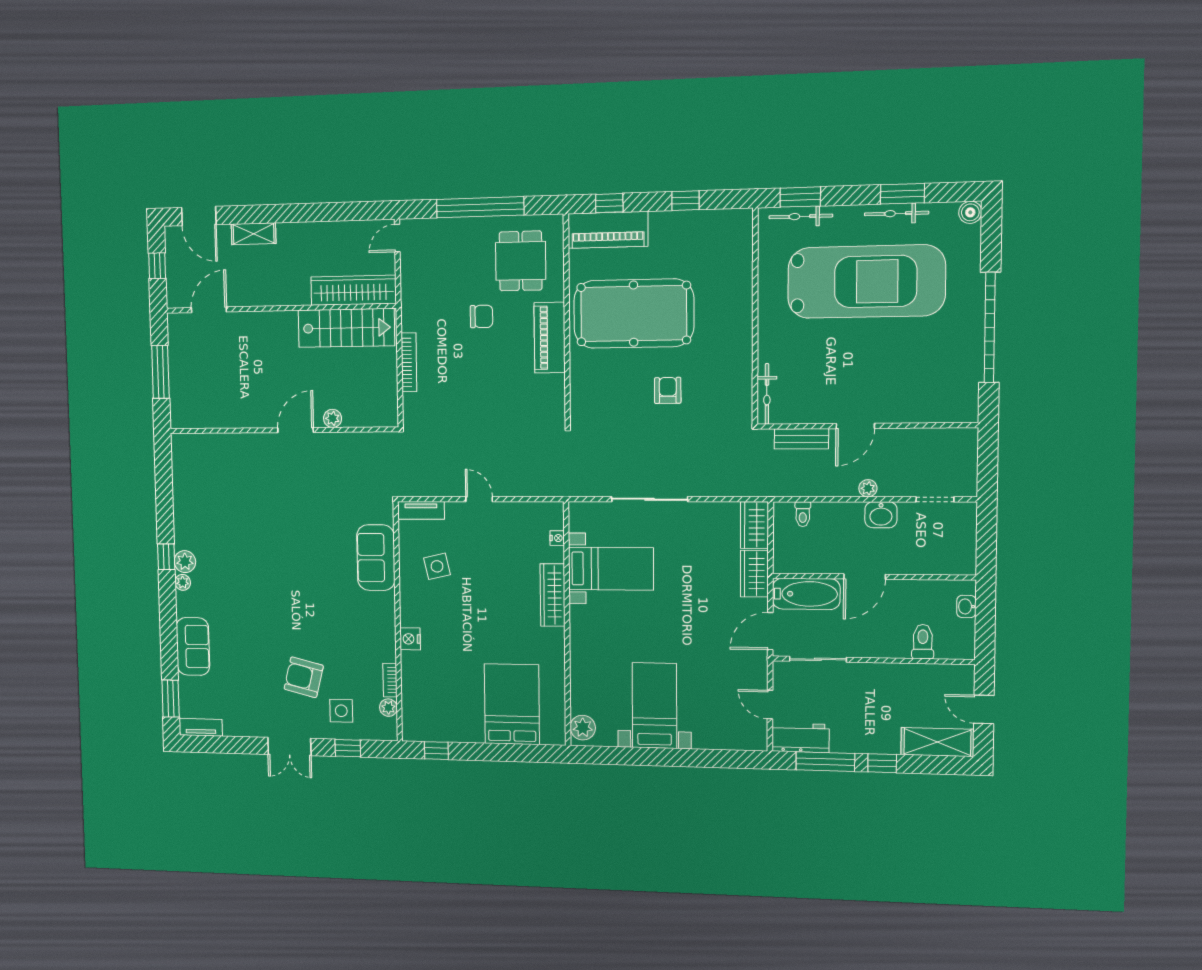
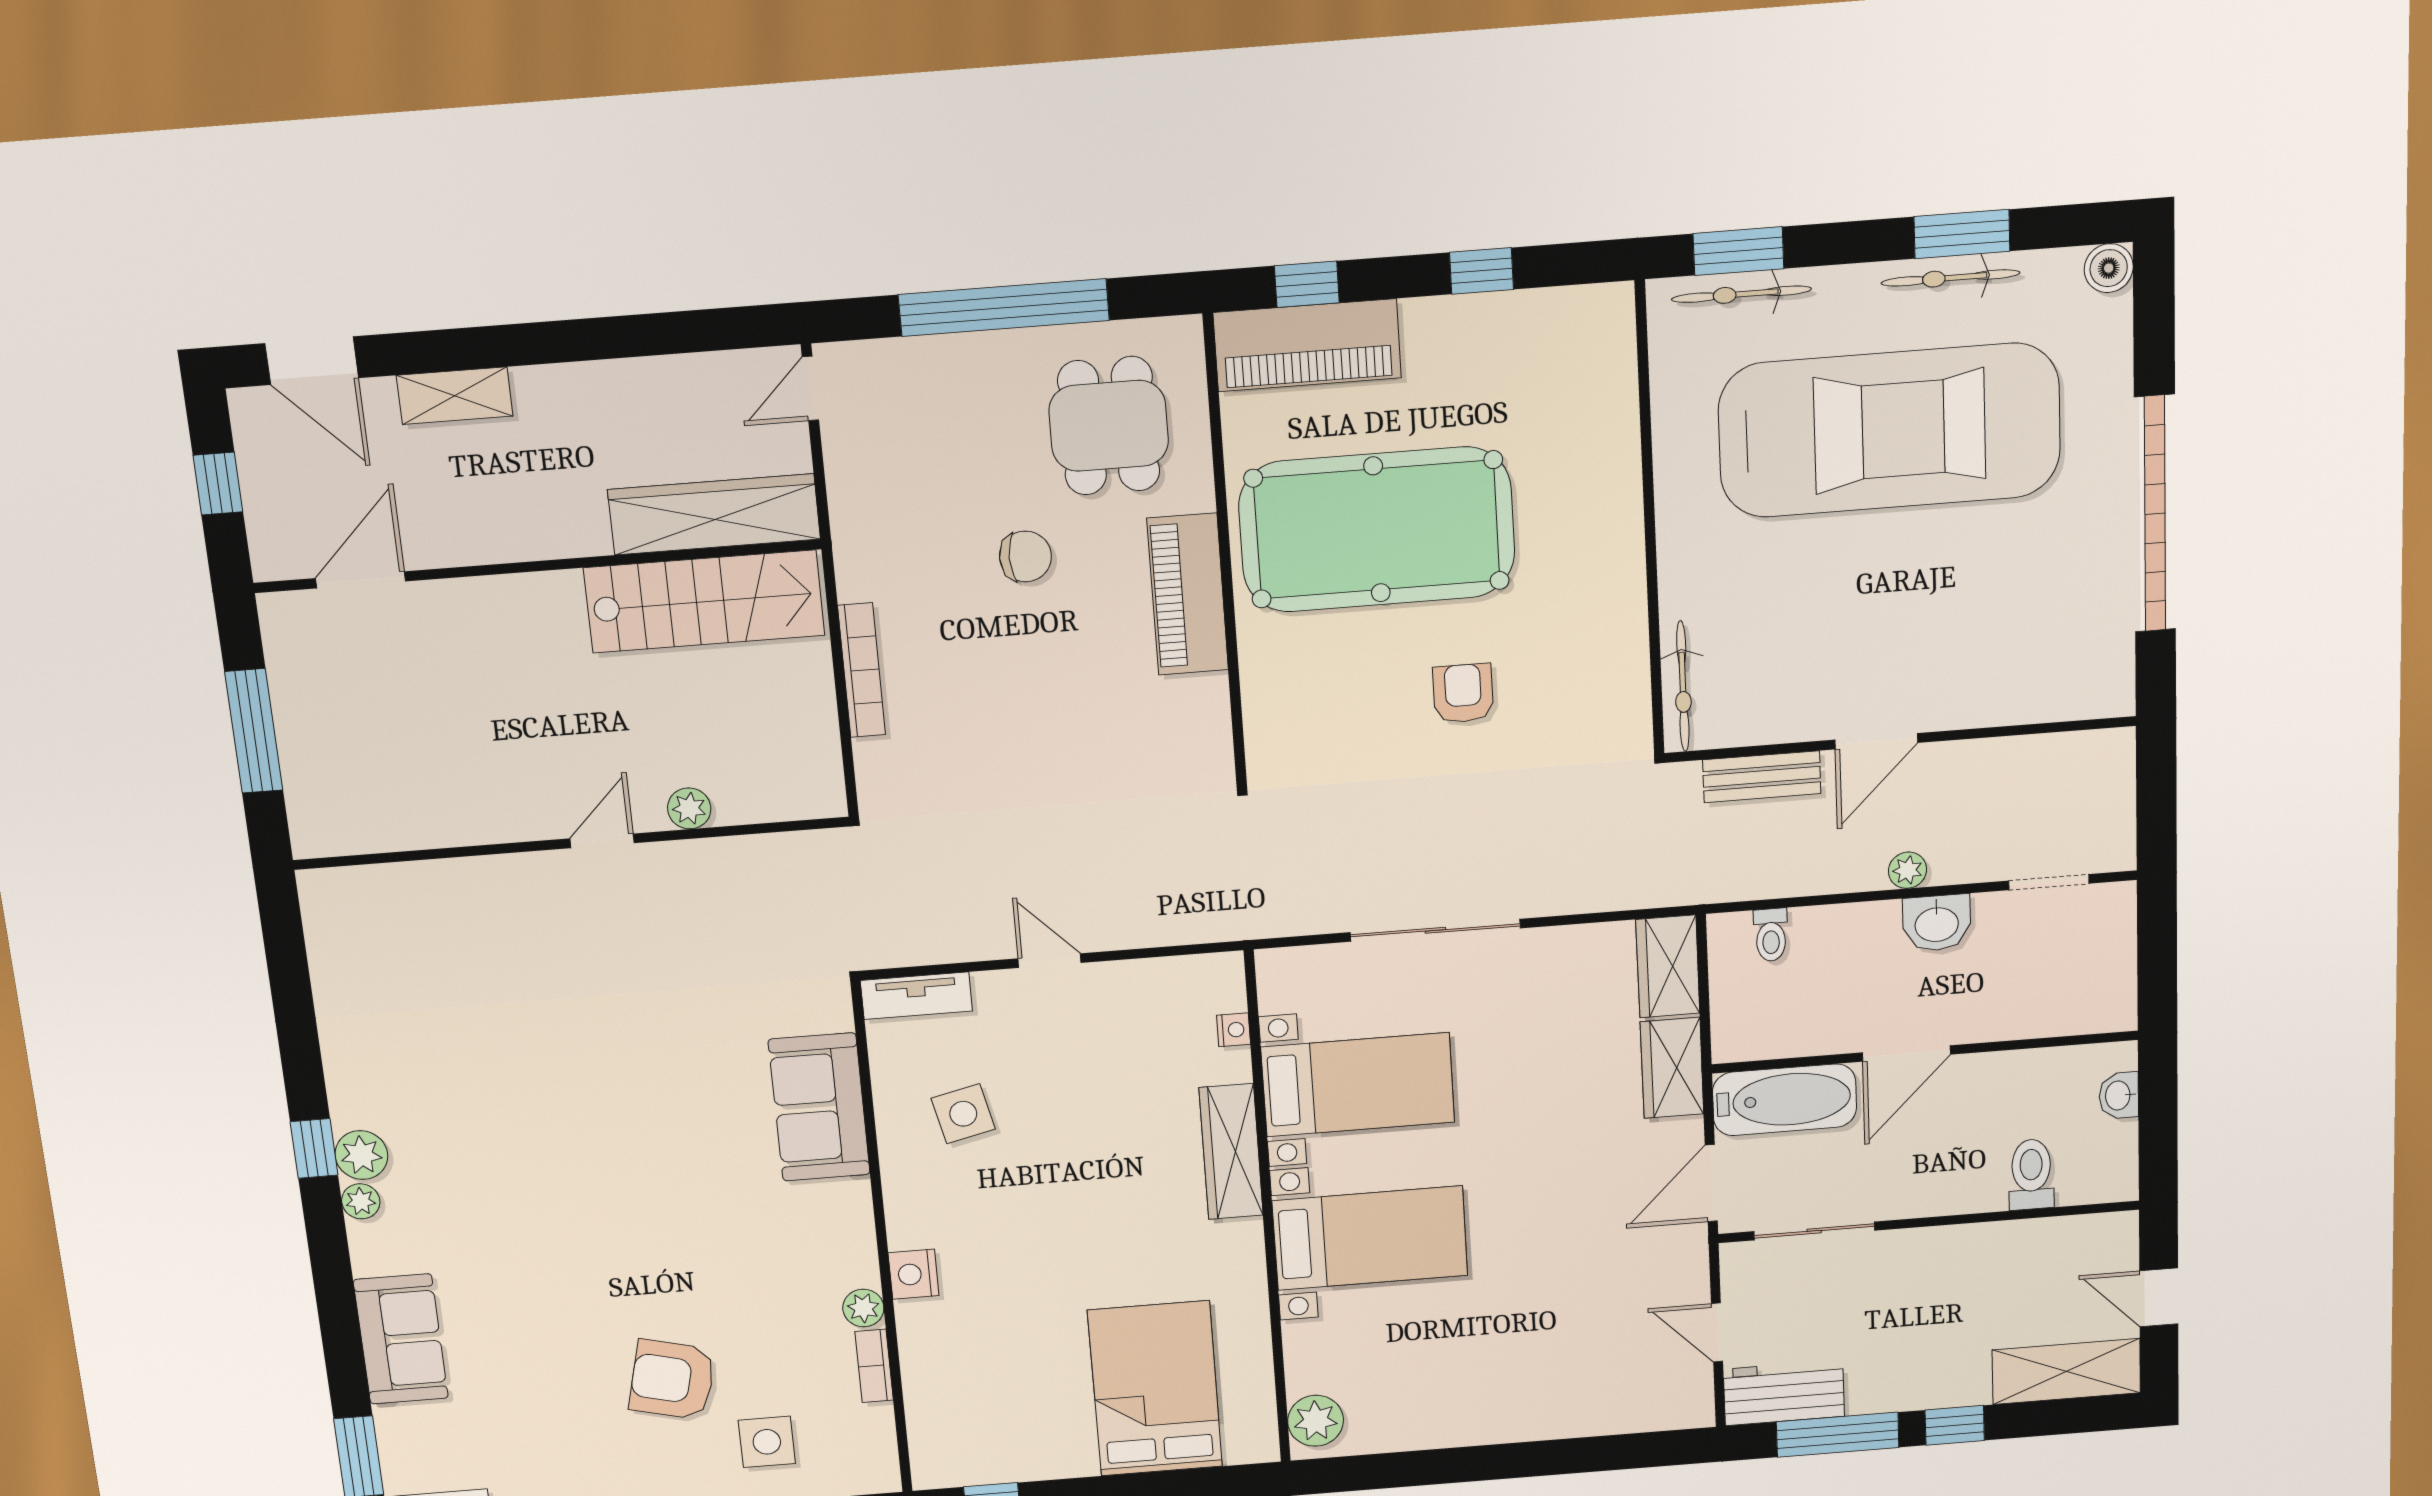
door: (296, 430) -> (602, 841), width x0.73
bed with nightstands: (654, 706) -> (1370, 1238), moved, turned 90
plant: (388, 708) -> (863, 1308), moved

